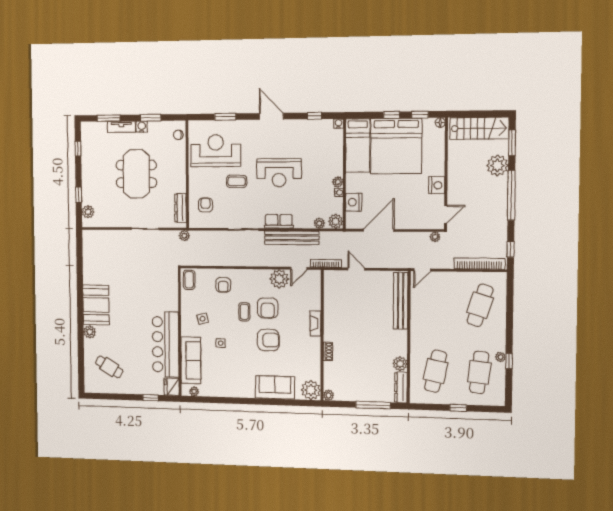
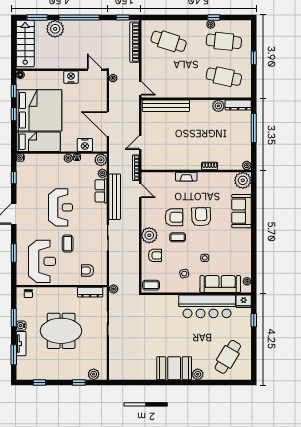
reception desk: (216, 151) -> (42, 261), turned 180
row of seats: (279, 221) -> (101, 191), moved
plant: (279, 279) -> (149, 235), moved
cafe table: (109, 367) -> (228, 357), width x1.37, depth x1.35

